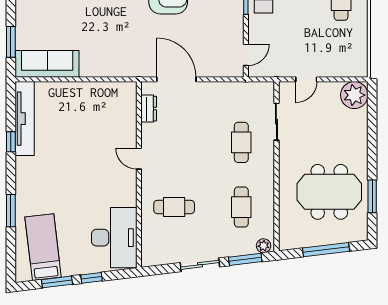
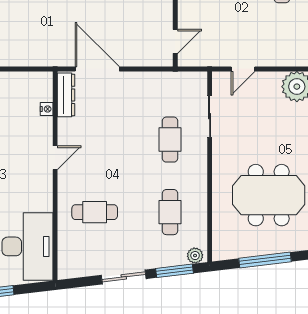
dresser: (149, 109) -> (66, 95), width x1.44
nightstand: (131, 115) -> (47, 109), added
door: (139, 159) -> (55, 158), swing flipped

